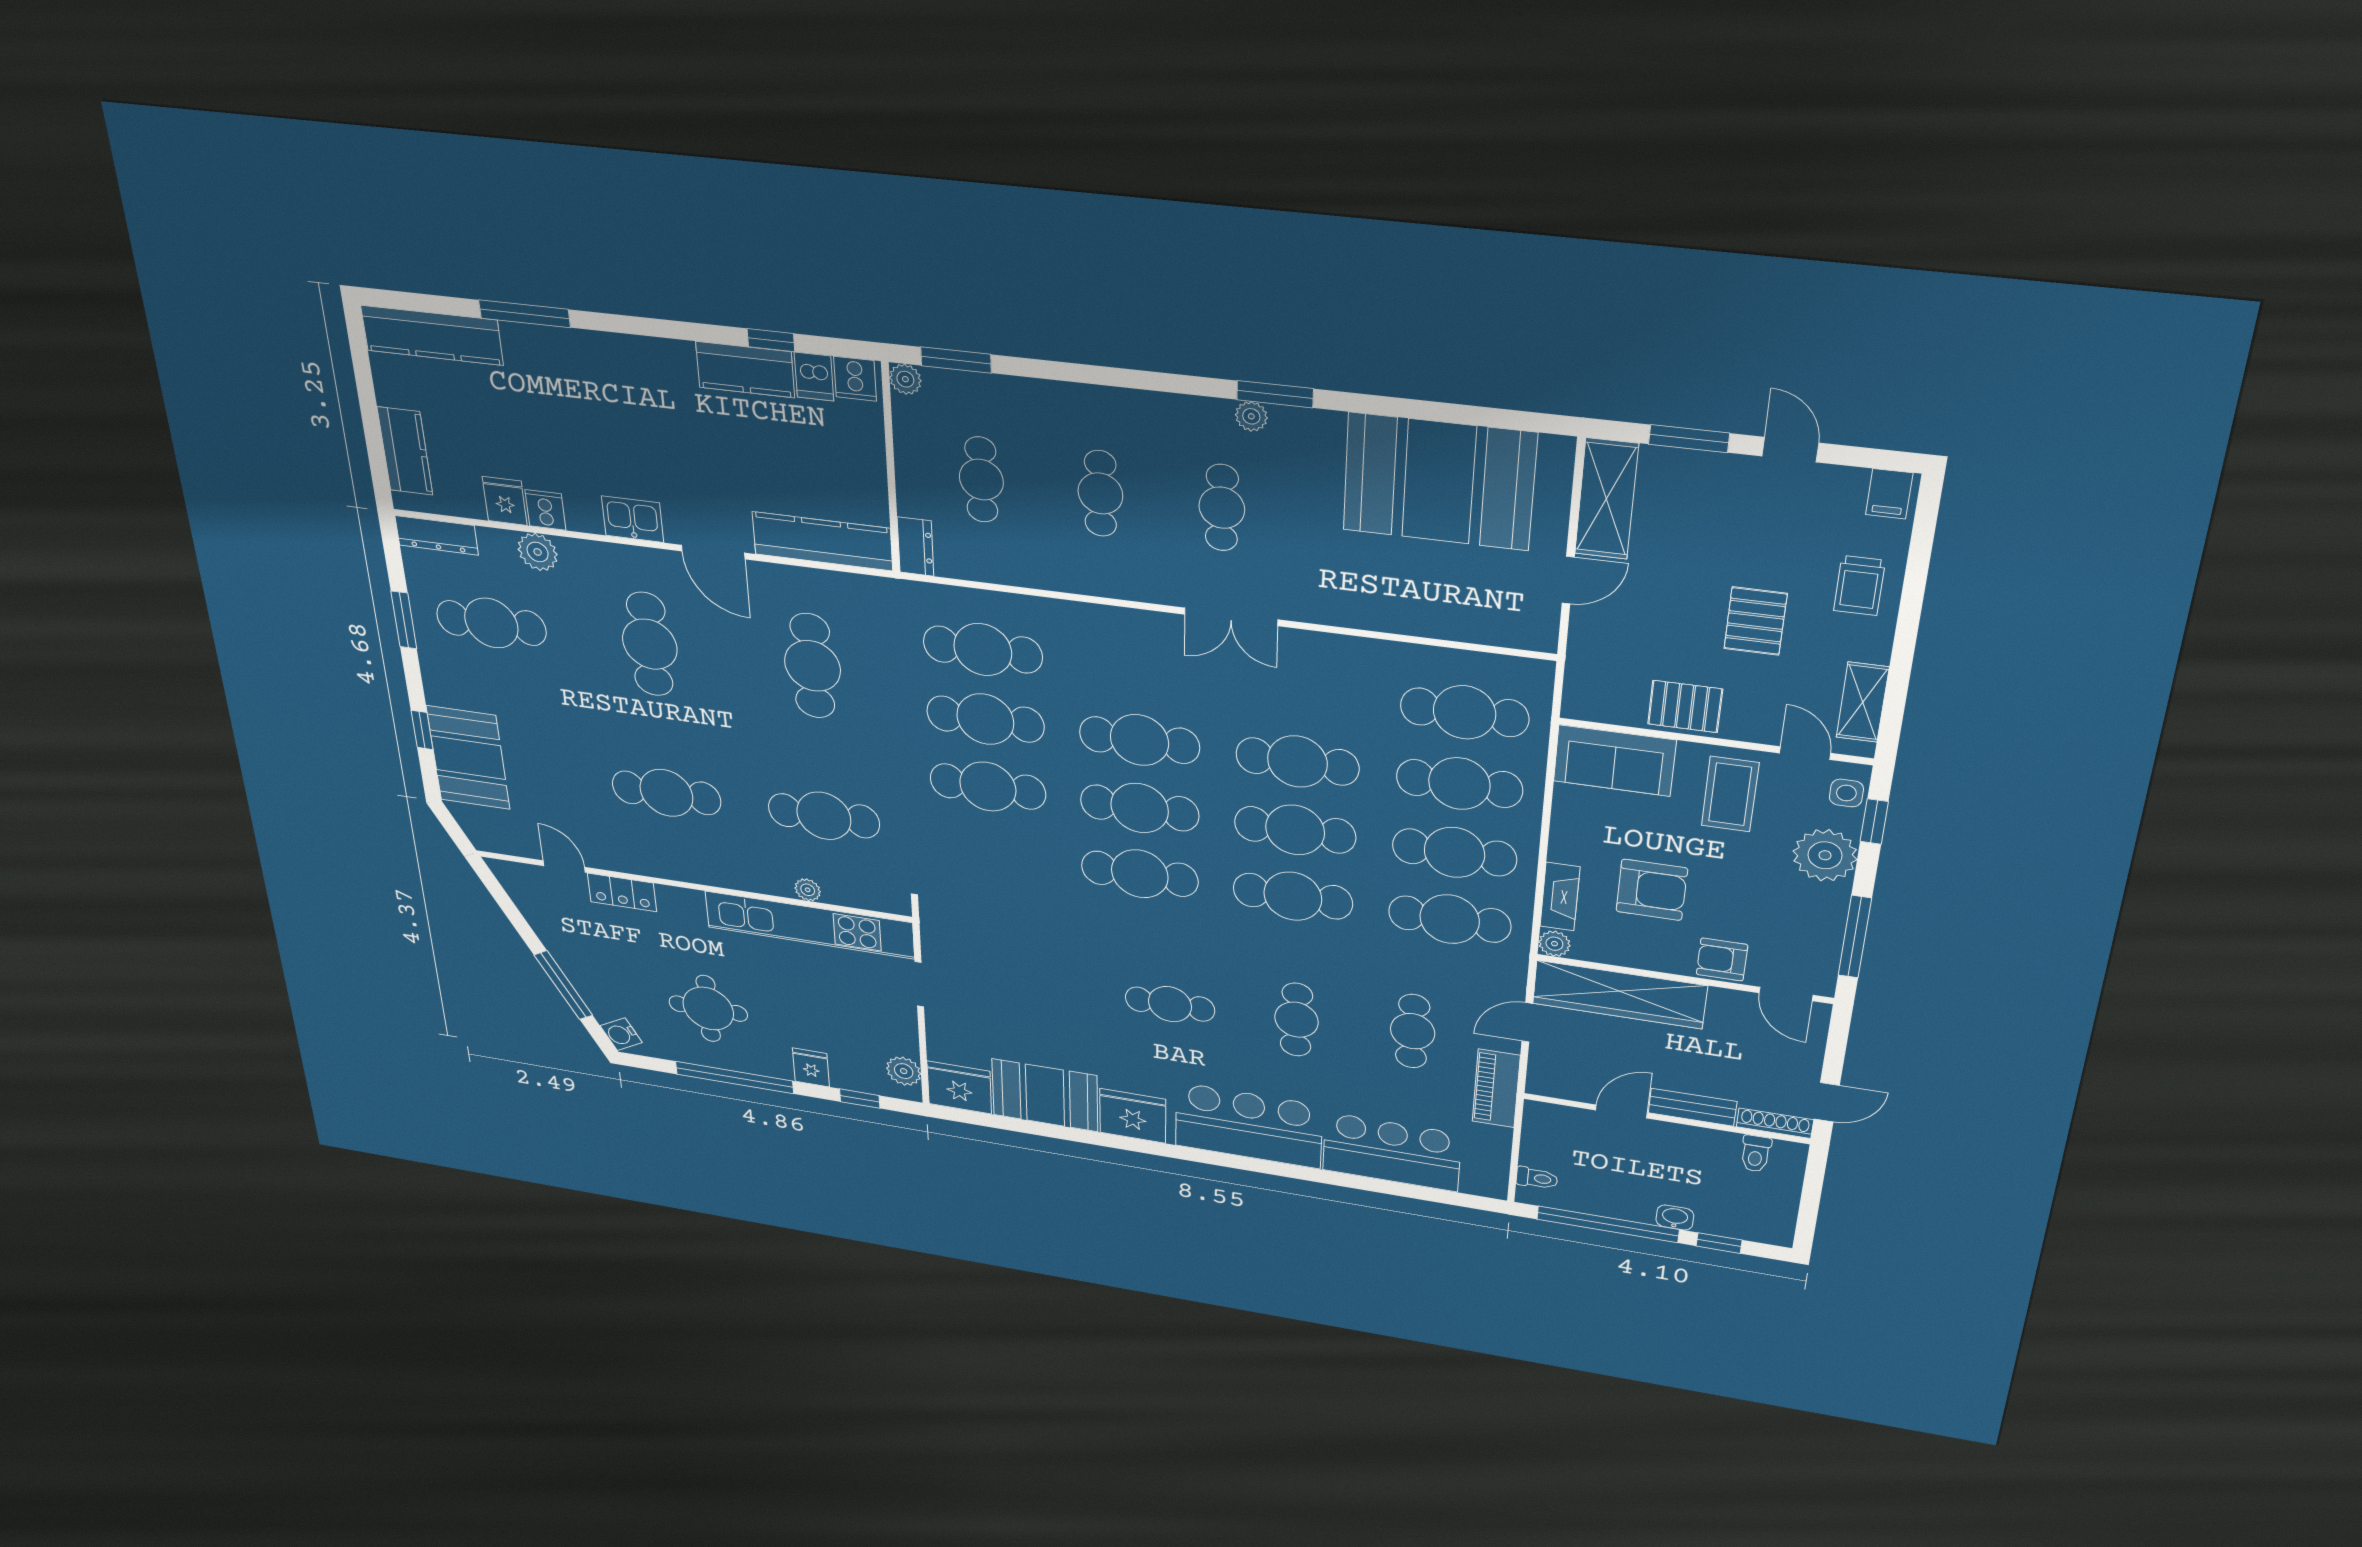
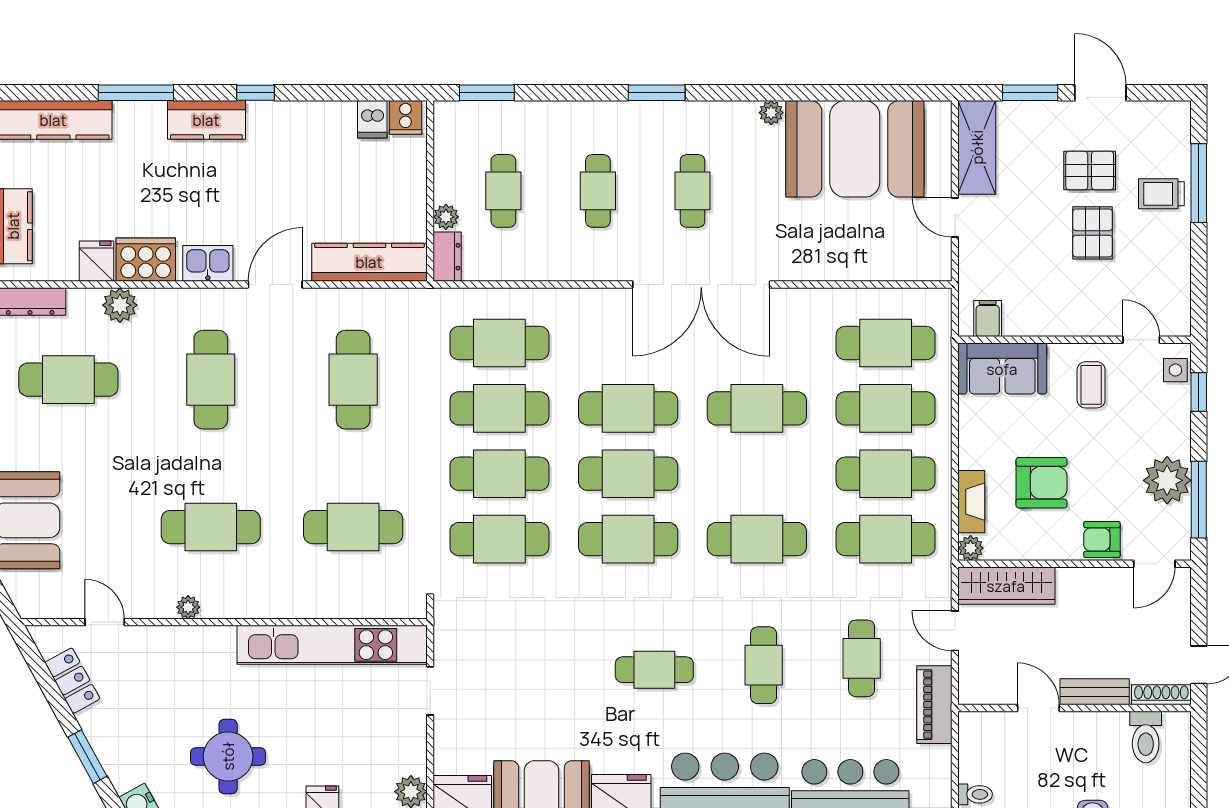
window: (771, 340) -> (255, 93), moved
kitchen counter: (745, 370) -> (206, 120), moved
plant: (905, 379) -> (446, 217), moved
window: (1275, 394) -> (657, 93), moved
plant: (1251, 416) -> (771, 113), moved
door: (1790, 450) -> (1100, 93), width x1.38
filing cabinet: (1889, 494) -> (988, 318), moved, turned 180
cooker: (545, 510) -> (146, 260), width x1.87, depth x1.31
door: (713, 552) -> (275, 285), swing flipped
window: (1915, 579) -> (1199, 183), added
door: (1568, 580) -> (955, 217), swing flipped
trolley: (1859, 586) -> (1161, 194), turned 90
double door: (1231, 617) -> (701, 285), width x1.87
shelving: (1863, 702) -> (1176, 290), removed
pallet: (1685, 706) -> (1090, 170), moved
coffee table: (1730, 794) -> (1091, 385), width x0.73, depth x0.77
cafe table: (1295, 830) -> (499, 539), moved
plant: (1825, 855) -> (1167, 480), moved
plant: (808, 890) -> (188, 607), moved
locker: (622, 892) -> (72, 681), moved, turned -119
window: (563, 985) -> (87, 757), width x0.69
door: (1786, 994) -> (1154, 564), hinge flipped
wardrobe: (1619, 995) -> (1006, 586), width x0.71, depth x0.85
door: (1527, 1022) -> (955, 631), hinge flipped
door: (1621, 1112) -> (1038, 708), hinge flipped
toilet: (1756, 1154) -> (1146, 737), width x1.37, depth x1.39

